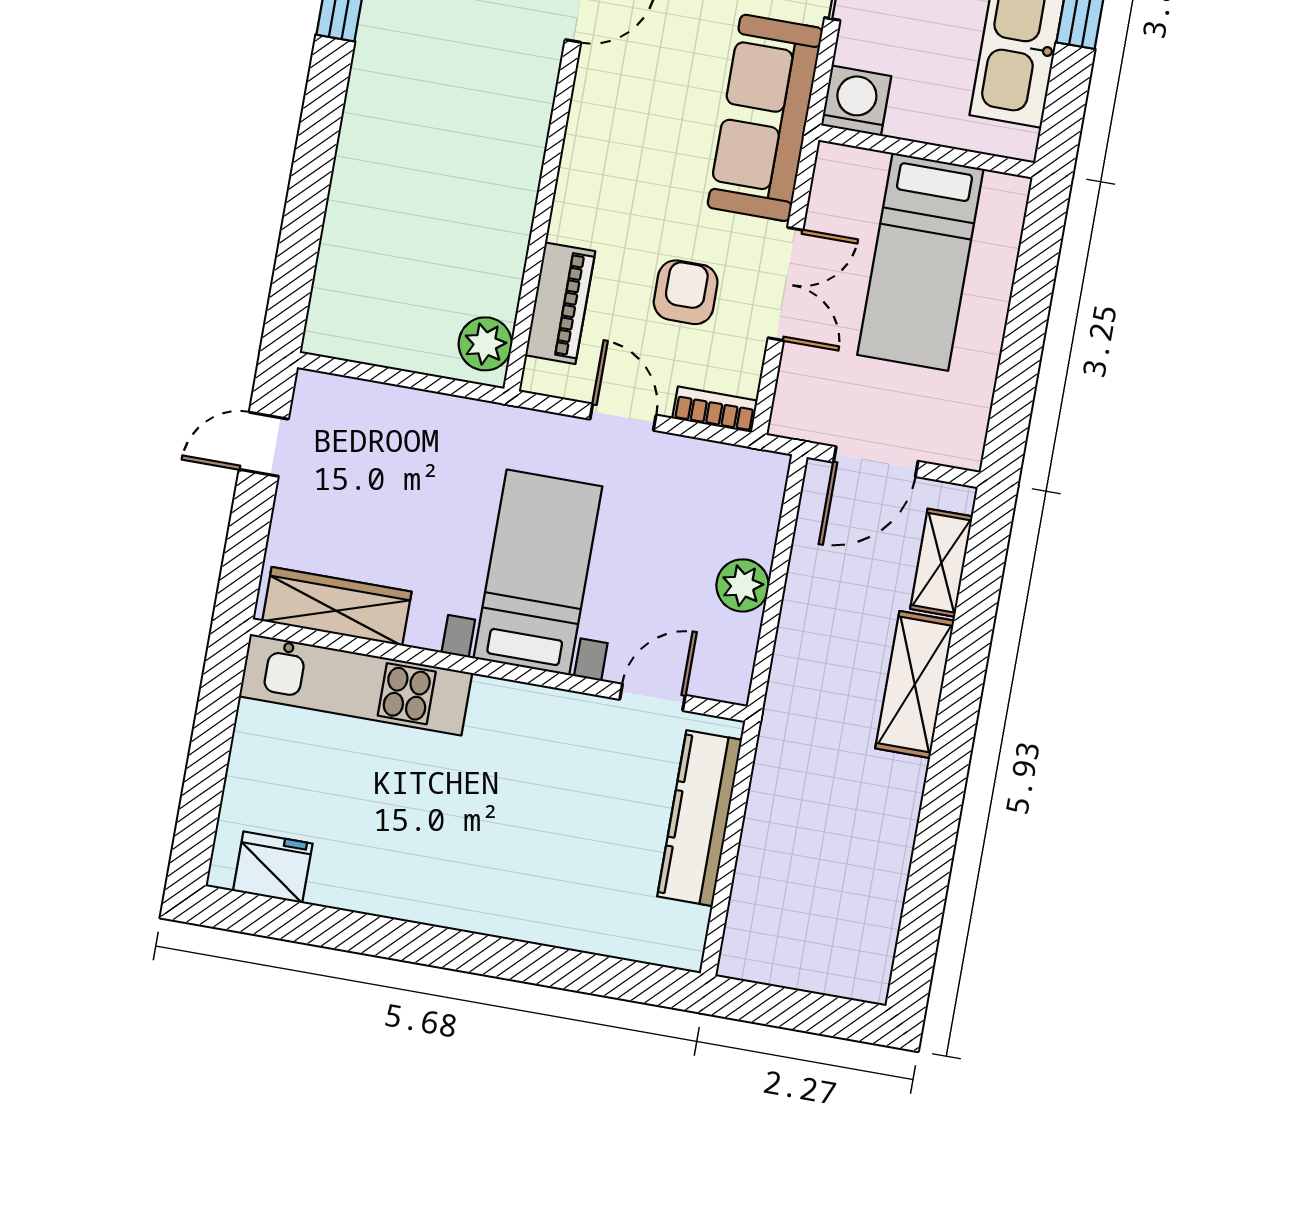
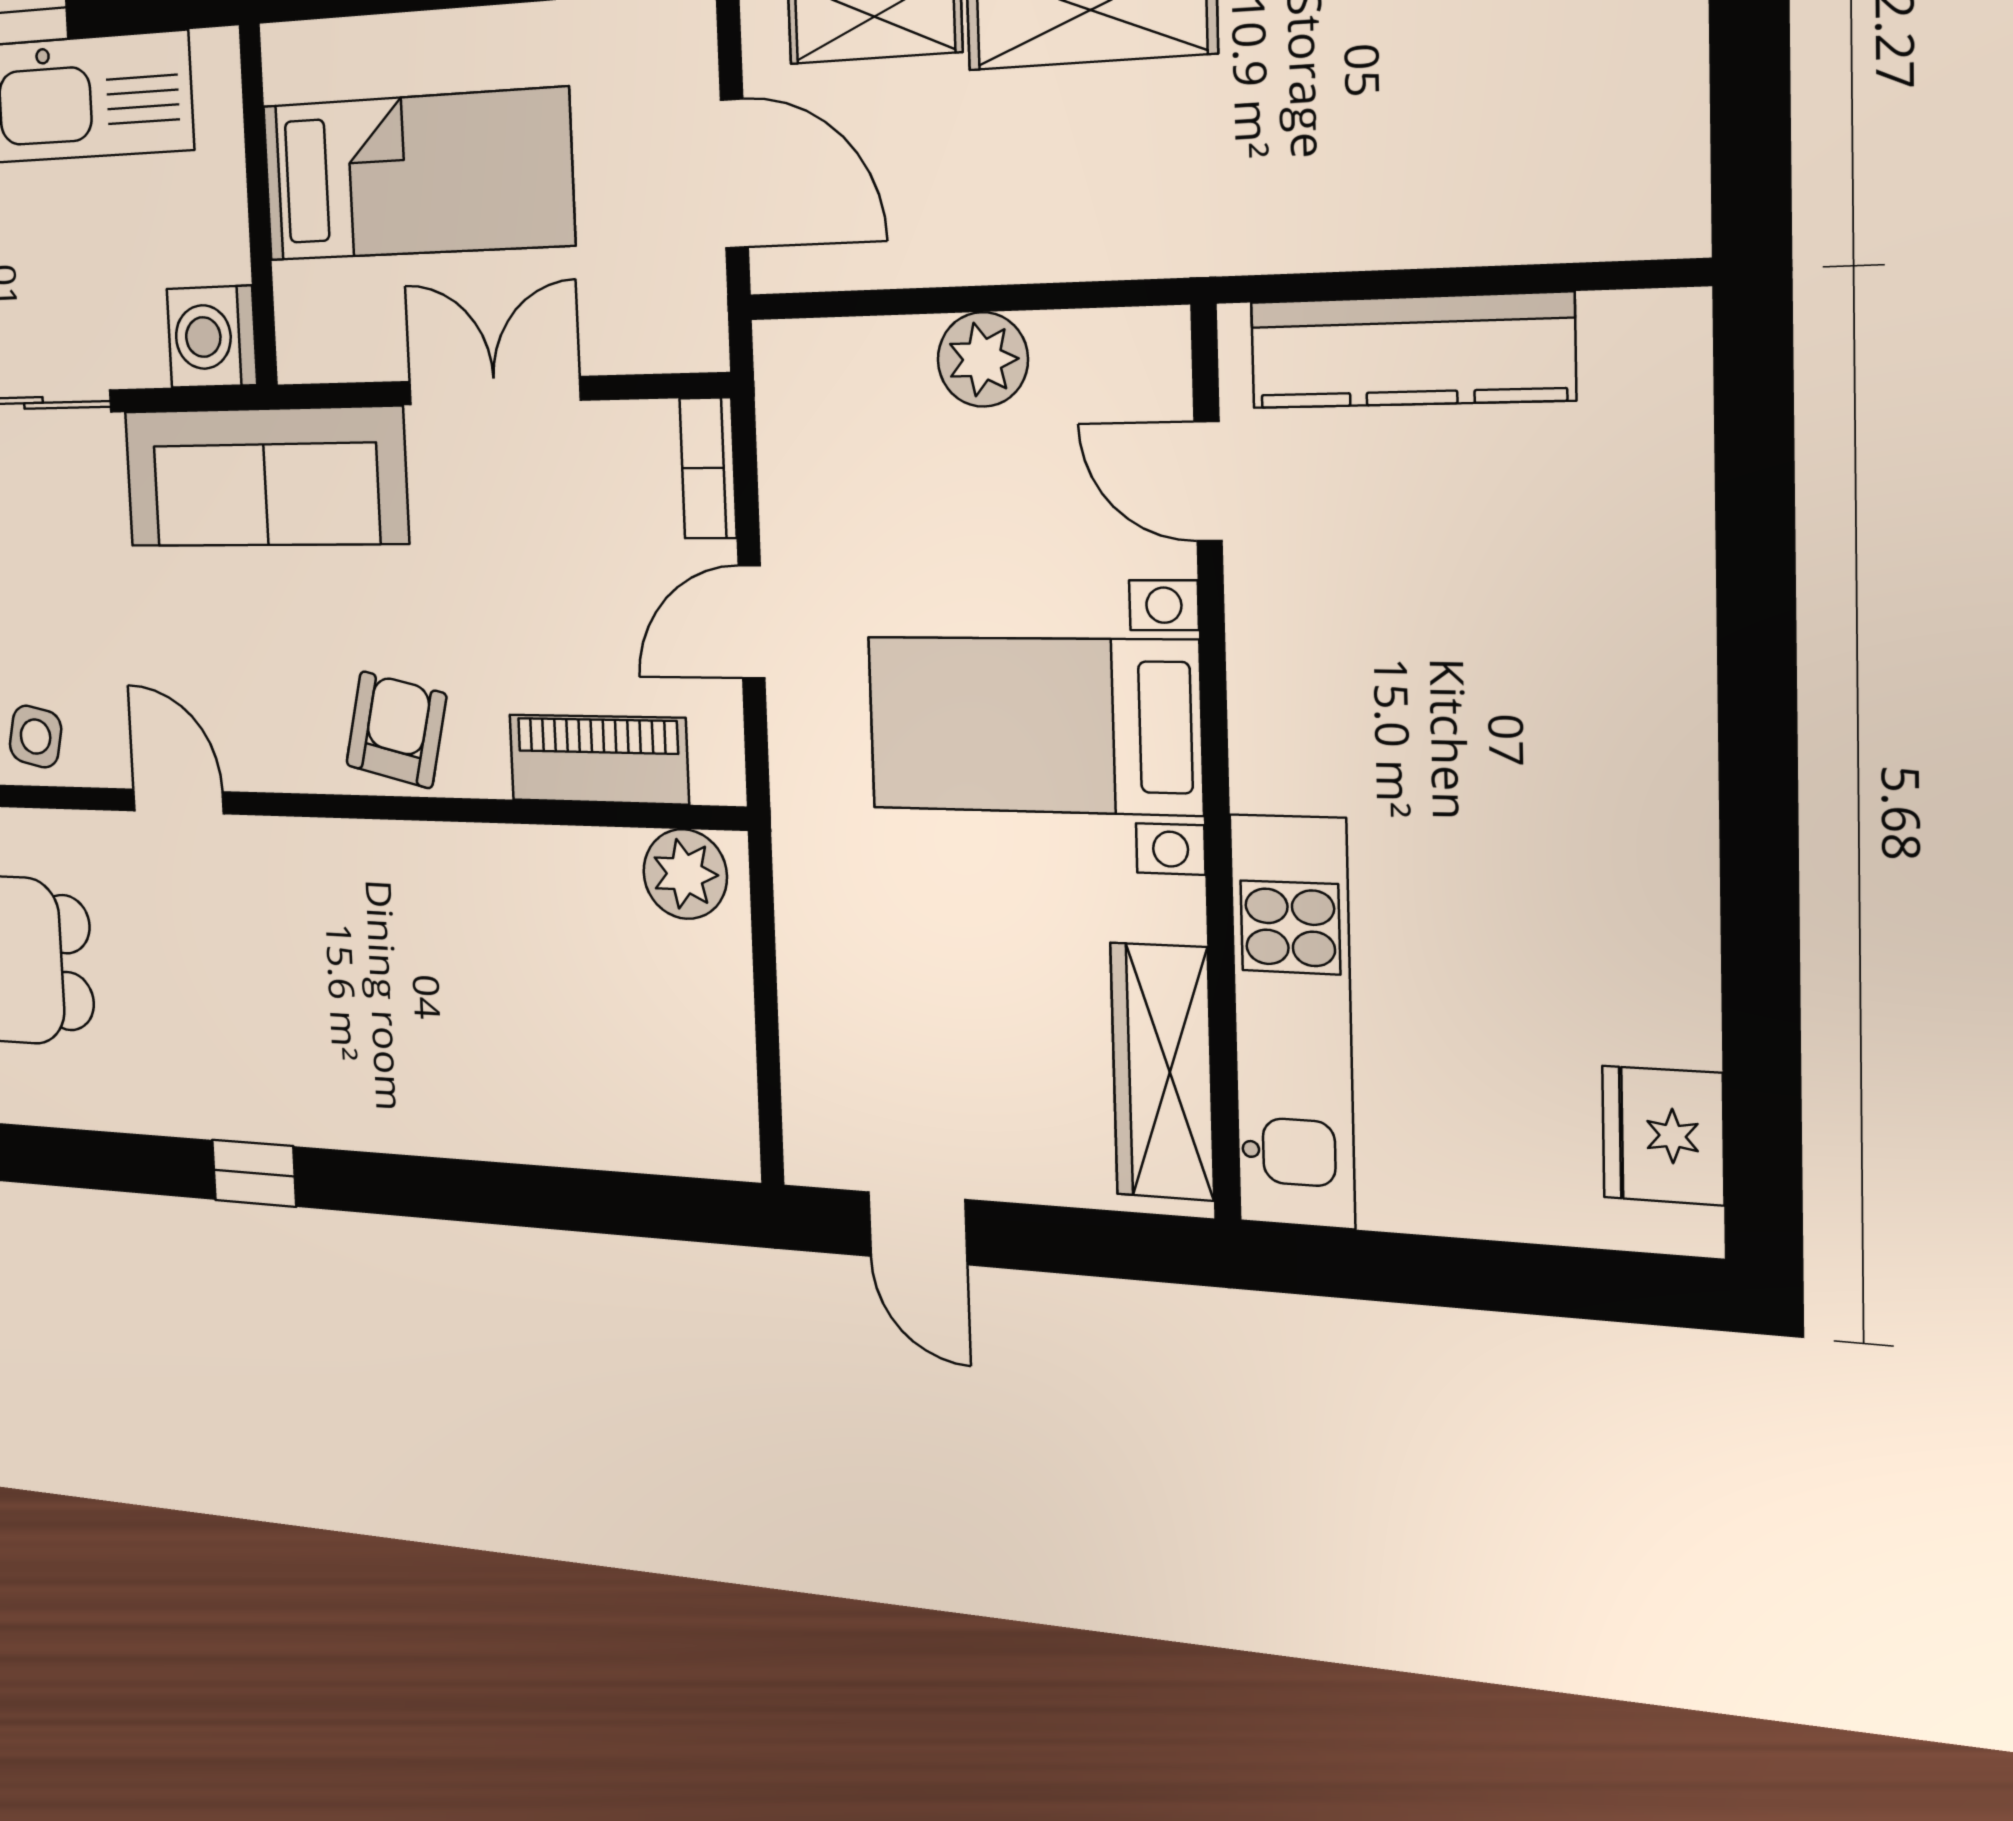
armchair: (686, 292) -> (396, 730), moved, turned 103

